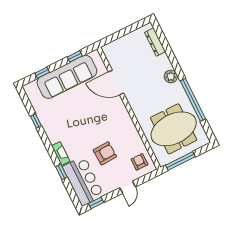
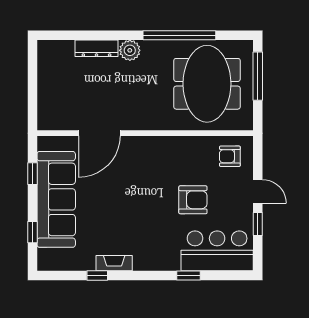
dresser: (155, 42) -> (96, 48), moved
fireplace: (61, 153) -> (114, 263), moved
armchair: (105, 153) -> (193, 200), turned 93
window: (180, 161) -> (258, 76), moved
window: (96, 203) -> (258, 224), moved

